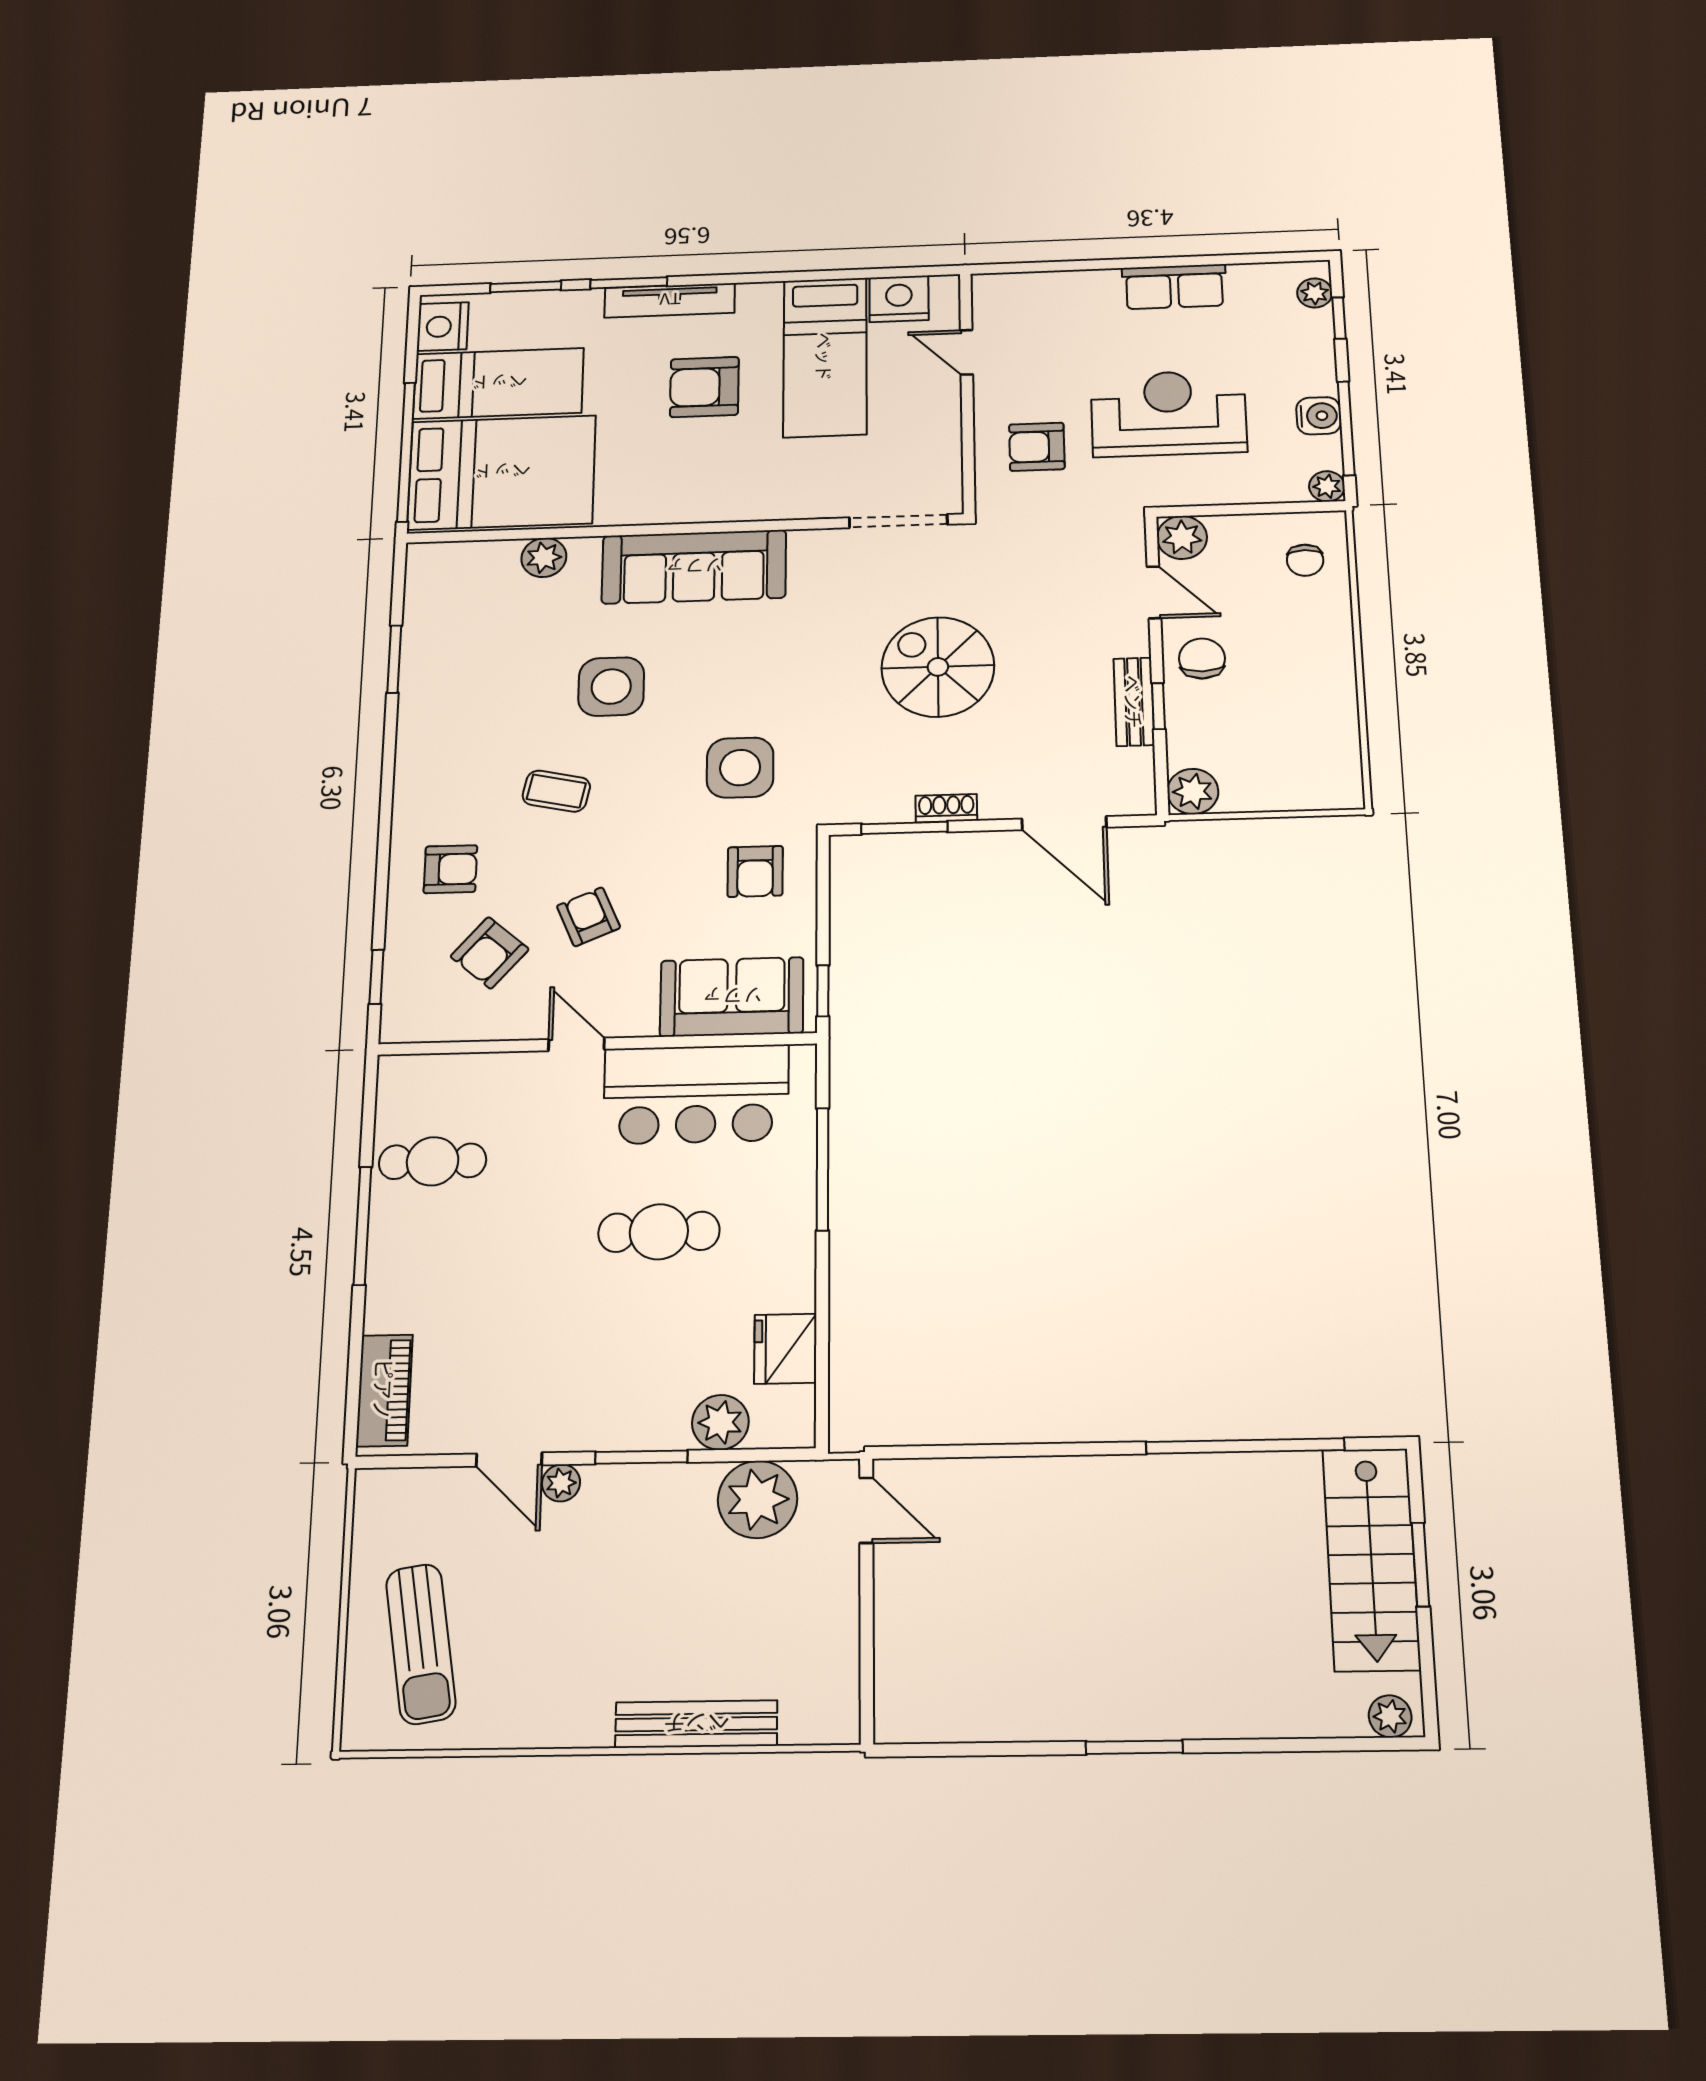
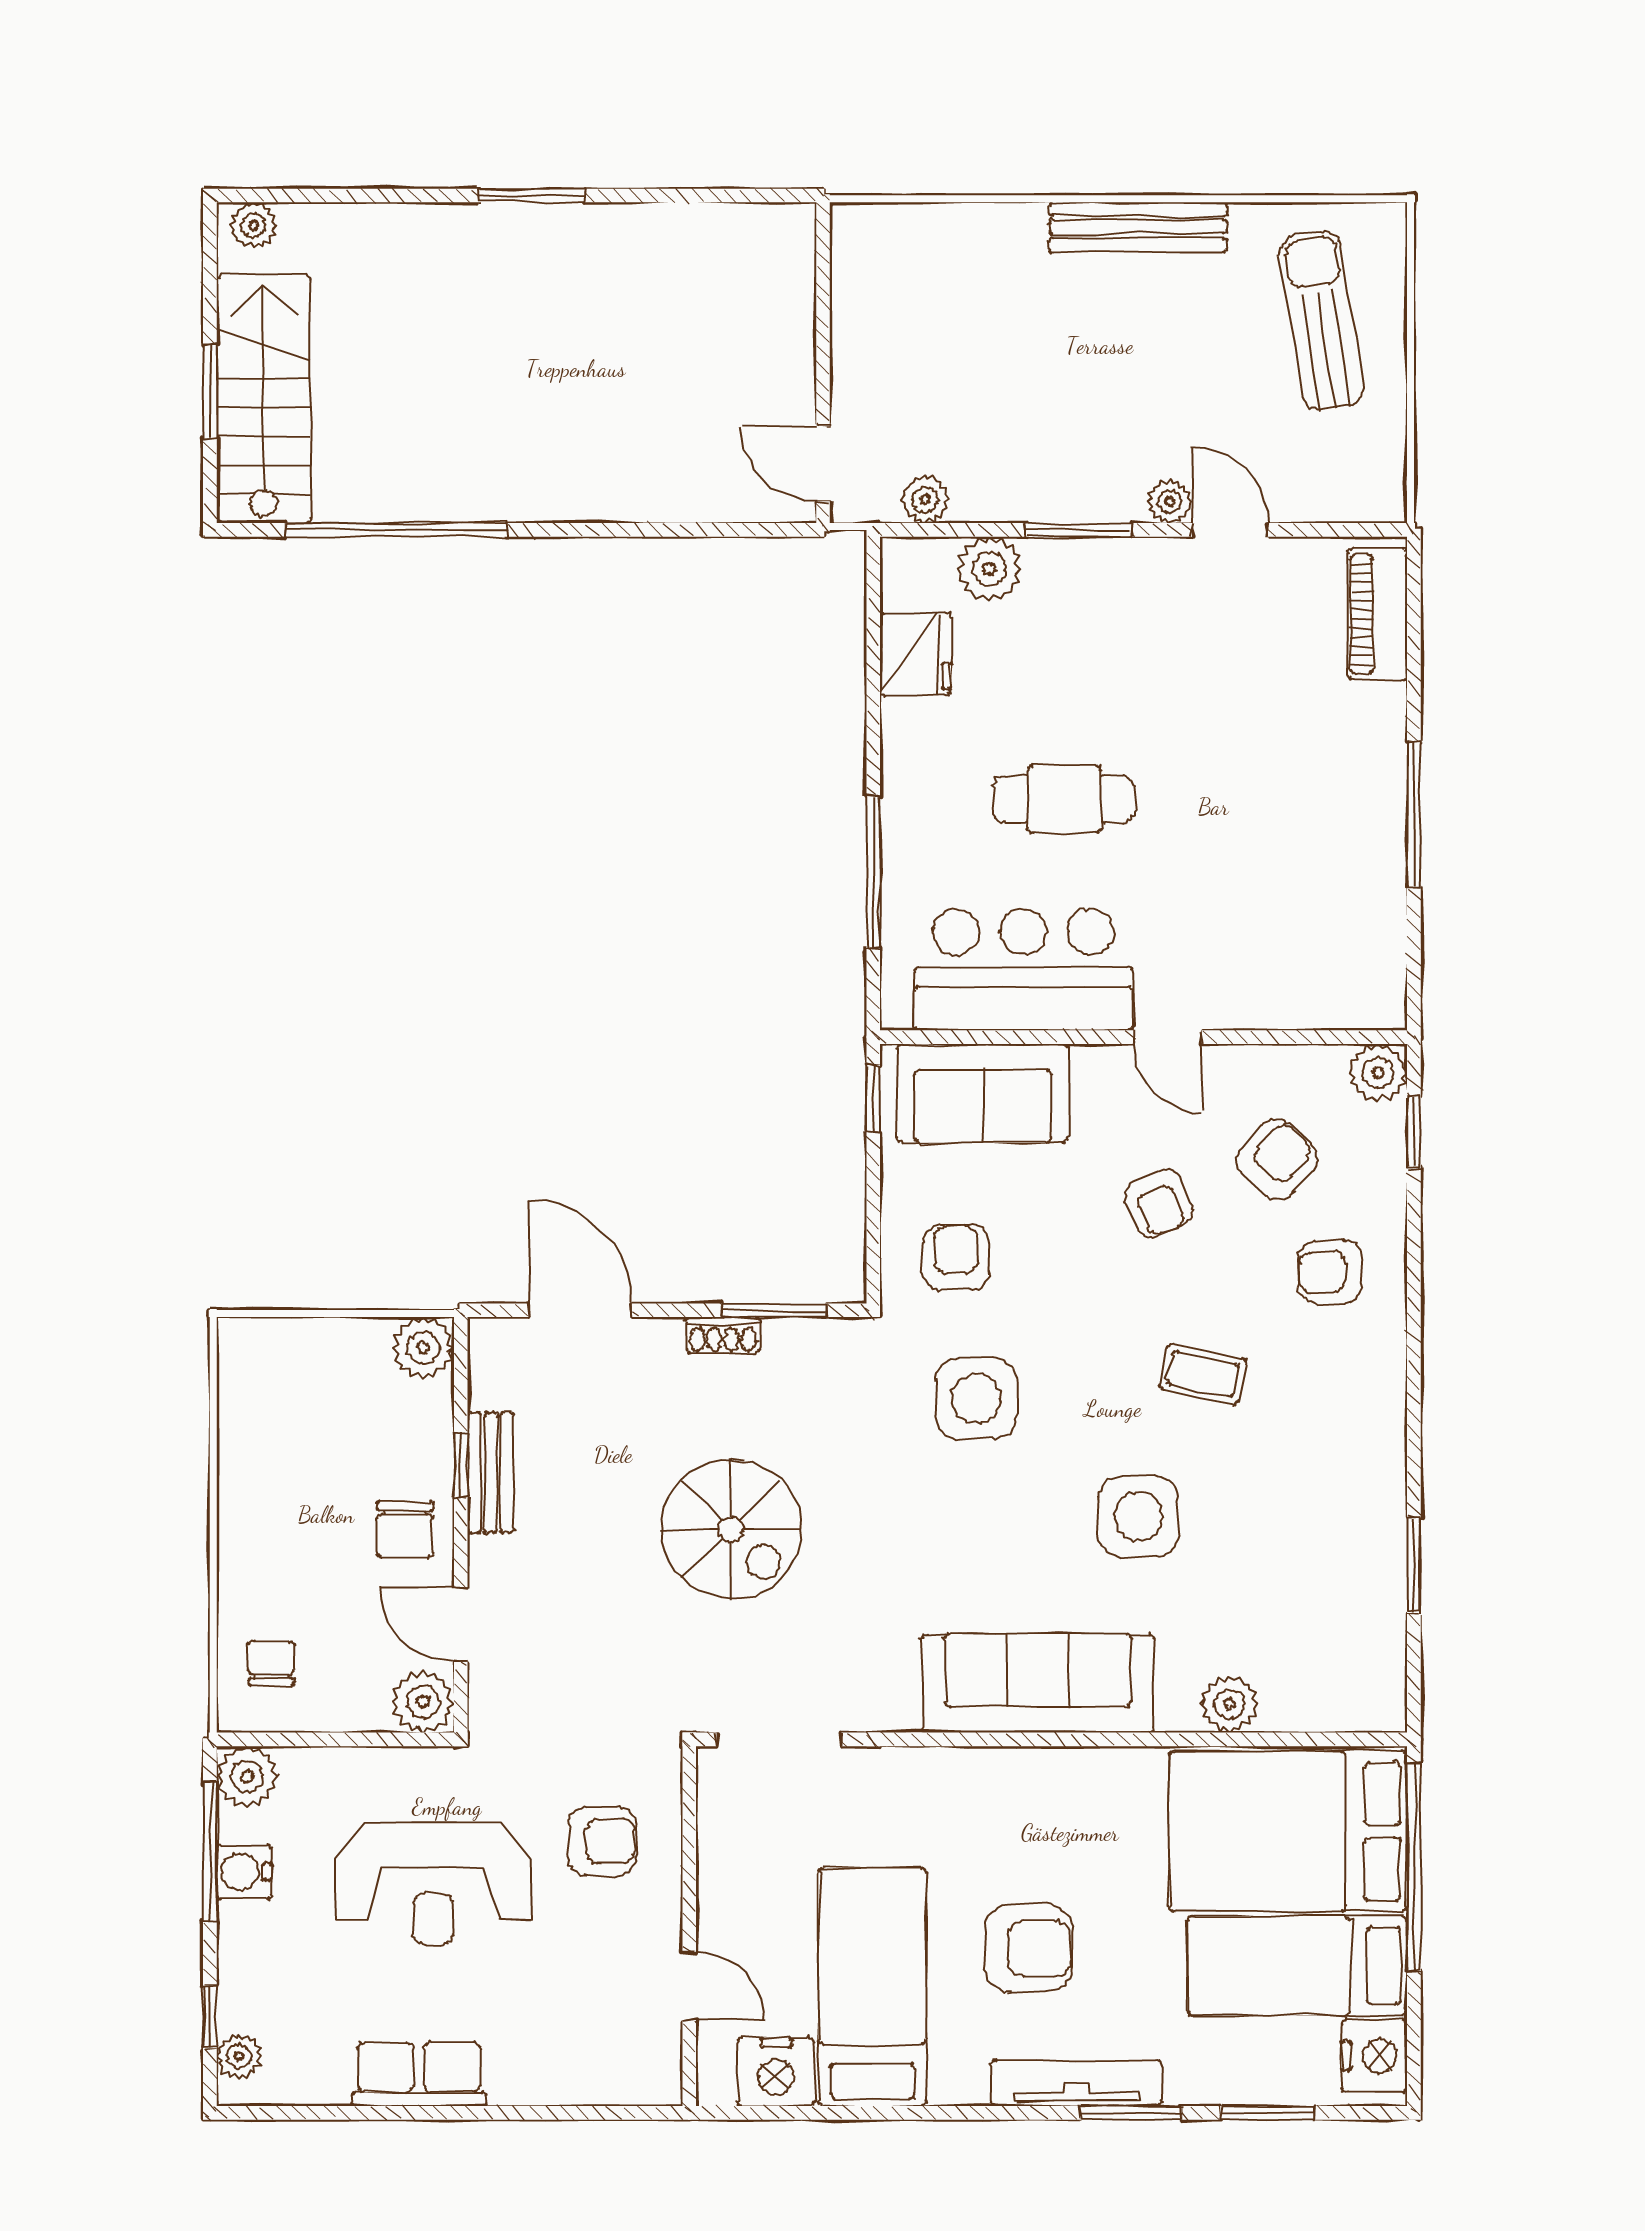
plant: (1327, 486) -> (247, 1776), width x1.38, depth x1.38
plant: (403, 1021) -> (1378, 1073), added
cafe table: (433, 1161) -> (1335, 893), removed
plant: (757, 1499) -> (925, 499), width x0.53, depth x0.53
bench: (696, 1724) -> (1138, 227), moved

